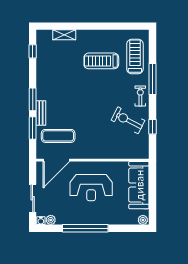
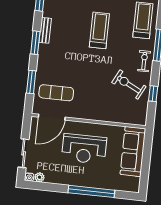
treadmill: (101, 61) -> (99, 30), moved, turned 90
window: (33, 99) -> (35, 43), moved
bench: (41, 113) -> (45, 30), moved
plant: (143, 220) -> (133, 187), removed
window: (85, 228) -> (91, 191), moved

